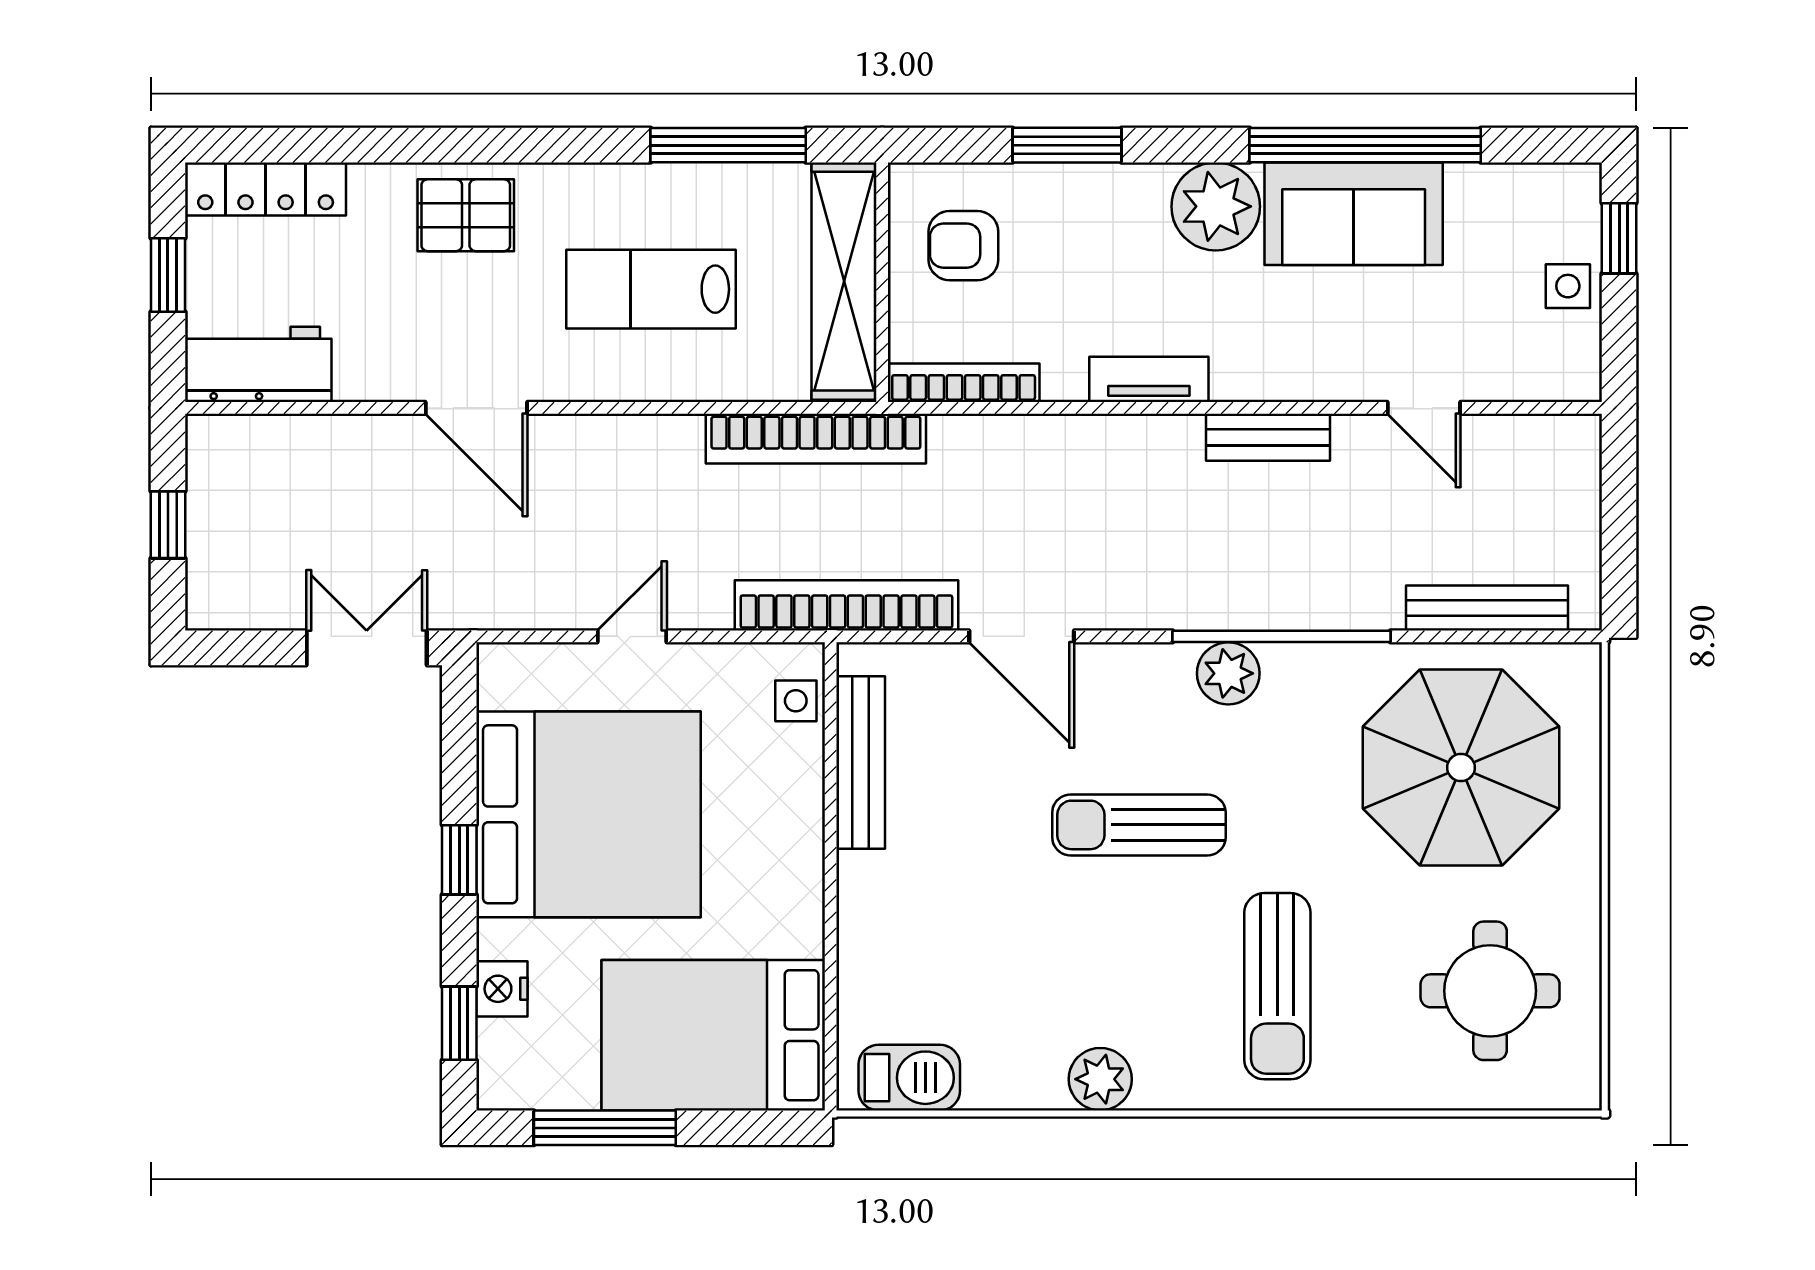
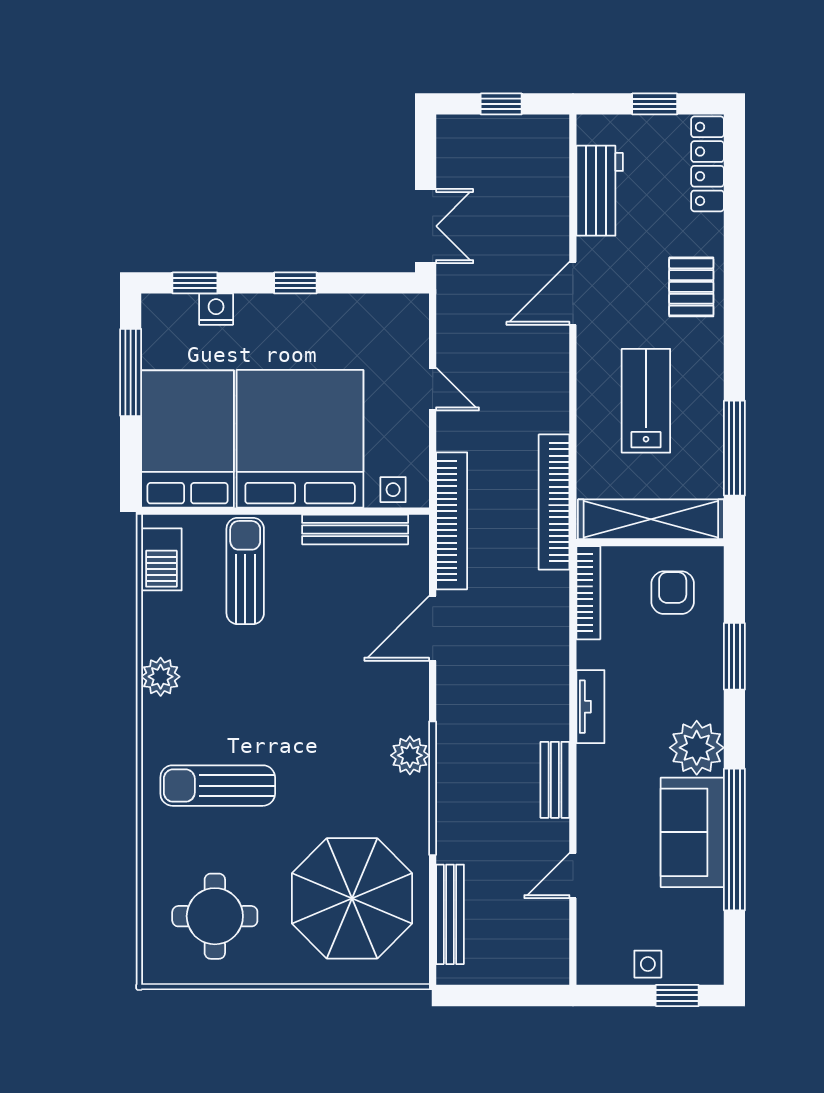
workbench: (258, 364) -> (600, 191), moved
bed: (589, 814) -> (300, 439), moved, turned 180
sun lounger: (1139, 825) -> (245, 571), moved

